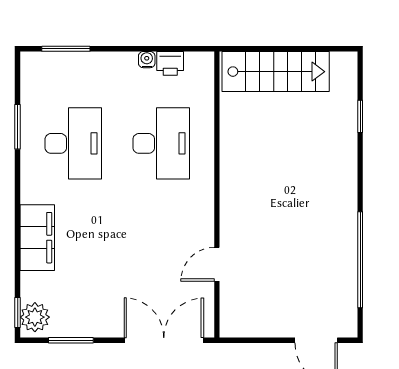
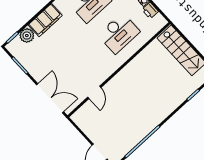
door: (217, 264) -> (94, 92), swing flipped
plant: (35, 317) -> (27, 36), moved

